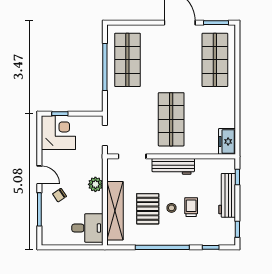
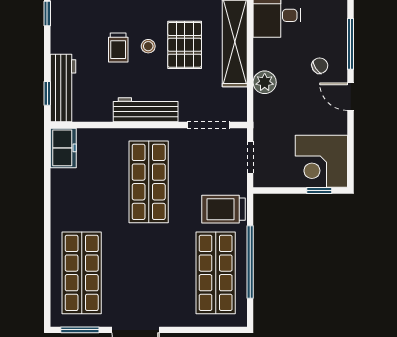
trolley: (122, 101) -> (224, 209), added
workbench: (227, 195) -> (63, 88), moved

